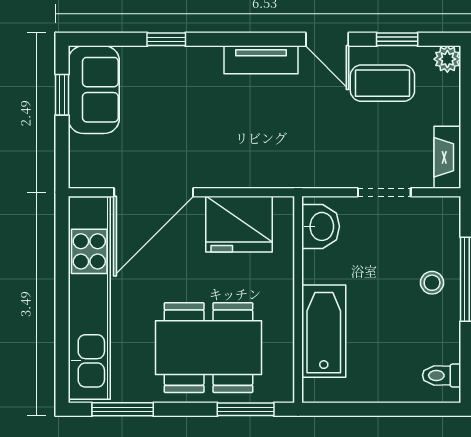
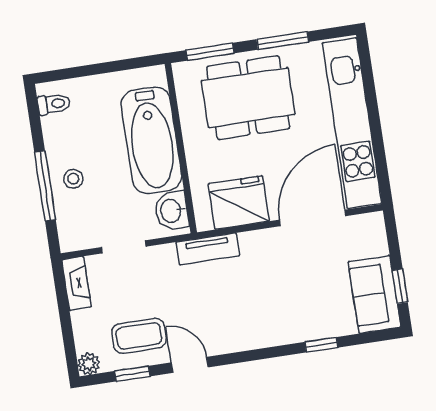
tv unit: (261, 60) -> (208, 249), moved, turned 180
bathtub: (324, 331) -> (151, 140), width x1.36, depth x1.36
window: (123, 409) -> (283, 41), moved

